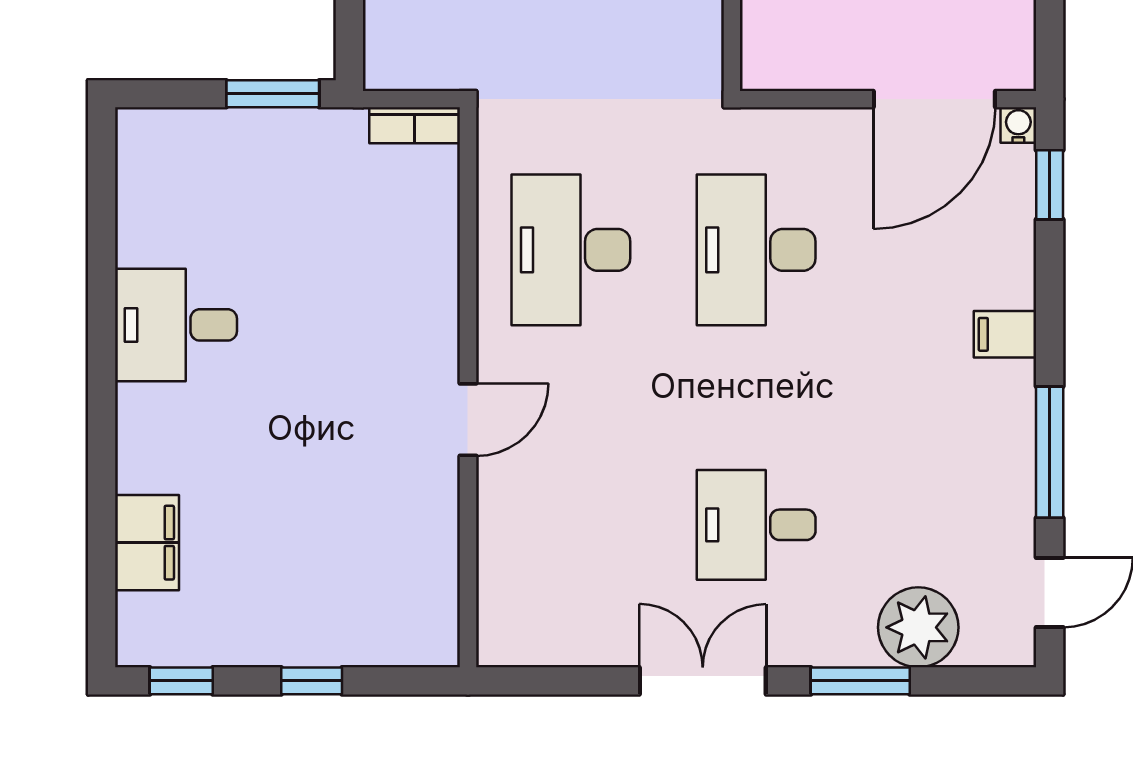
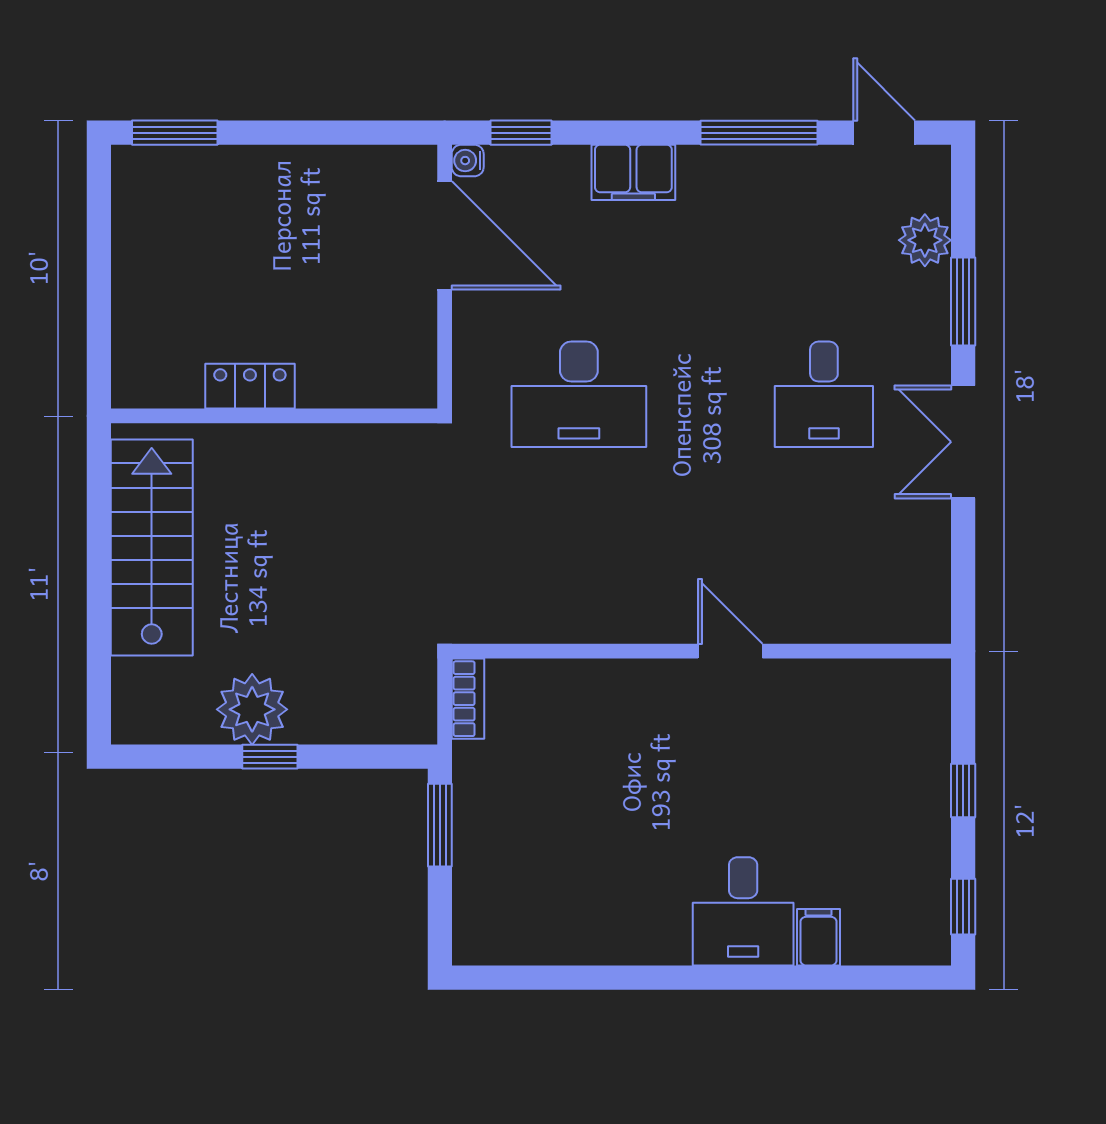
desk: (571, 250) -> (579, 559), removed
desk: (176, 325) -> (743, 911), moved
filing cabinet: (1005, 334) -> (633, 172), width x2.00
filing cabinet: (147, 543) -> (819, 937), width x0.50
plant: (918, 627) -> (925, 240), width x0.73, depth x0.73

